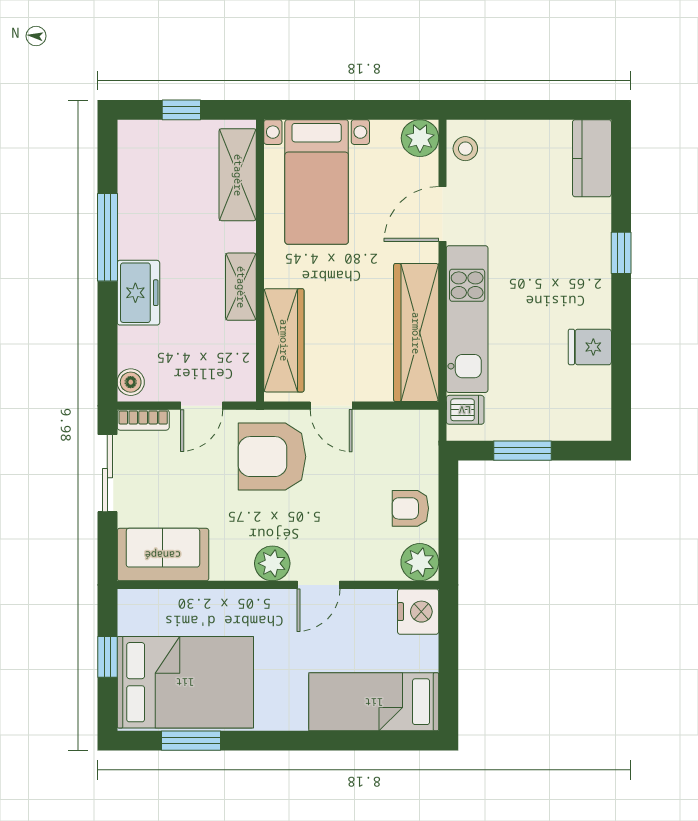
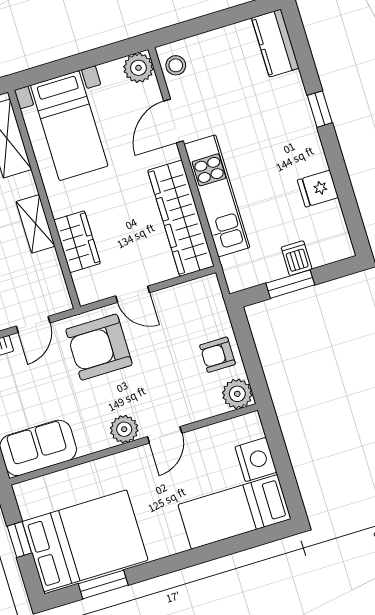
wardrobe: (284, 340) -> (77, 242), width x0.67
dishwasher: (465, 410) -> (297, 258), moved, turned -90
nightstand: (418, 612) -> (256, 459), moved

